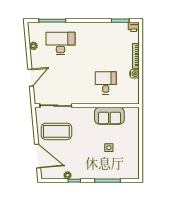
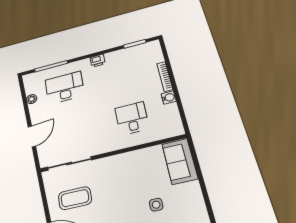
printer: (134, 27) -> (98, 61), moved
sofa: (109, 116) -> (180, 161), moved, turned 90
coffee table: (56, 131) -> (75, 198), width x0.73, depth x0.76

